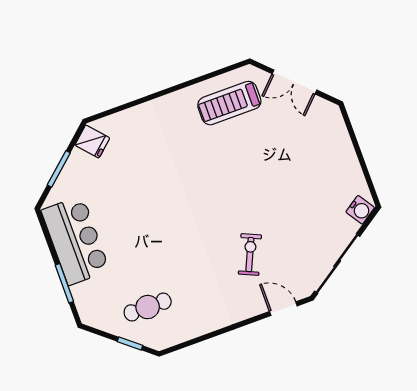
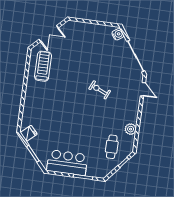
treadmill: (229, 103) -> (43, 66), turned 180
exercise bike: (250, 255) -> (100, 90), moved
door: (283, 309) -> (143, 89), swing flipped
plant: (198, 325) -> (131, 129), added

